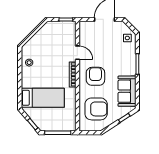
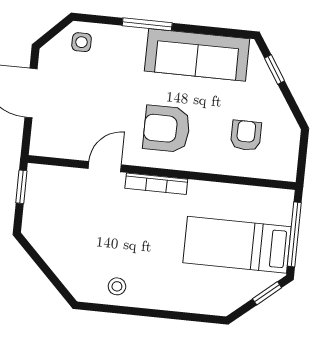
sofa: (127, 91) -> (197, 55), width x1.36
bed: (43, 98) -> (237, 245), moved, turned -90
armchair: (96, 109) -> (246, 135), width x0.53, depth x0.53

